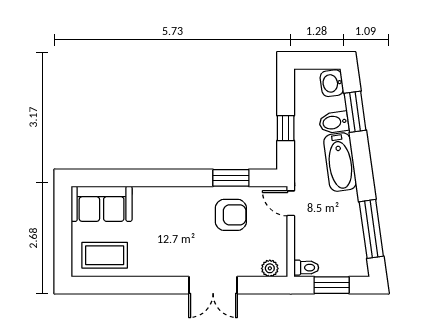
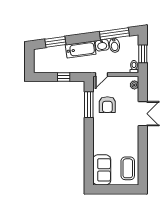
washbasin: (332, 83) -> (102, 45), moved
bidet: (334, 122) -> (114, 45), moved
window: (231, 178) -> (89, 105), width x1.44
armchair: (231, 215) -> (107, 105), turned 180

